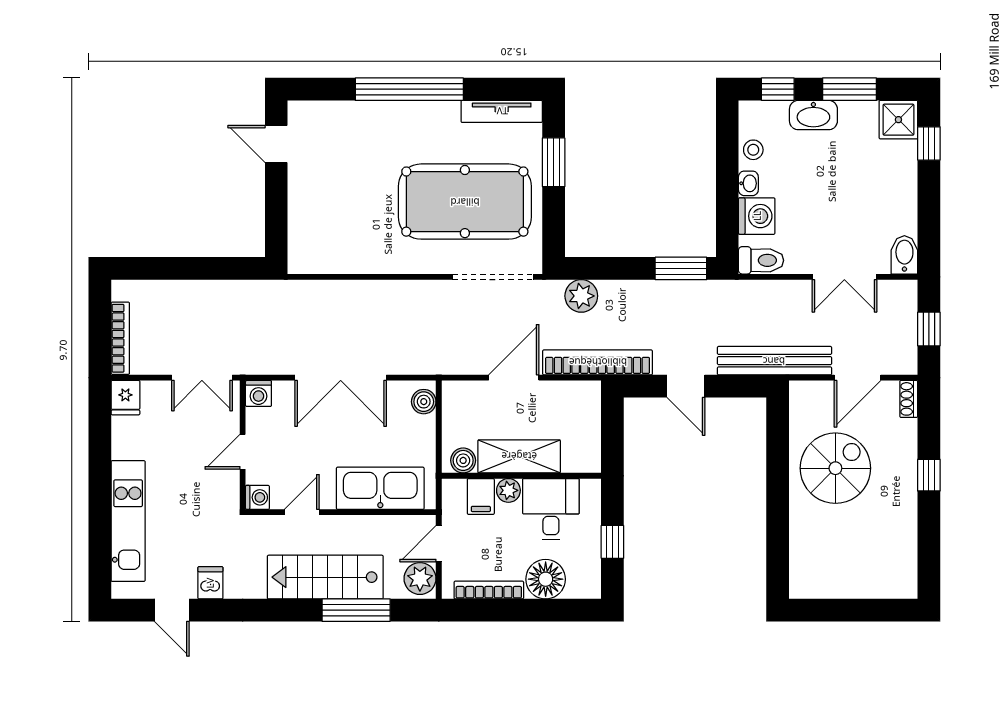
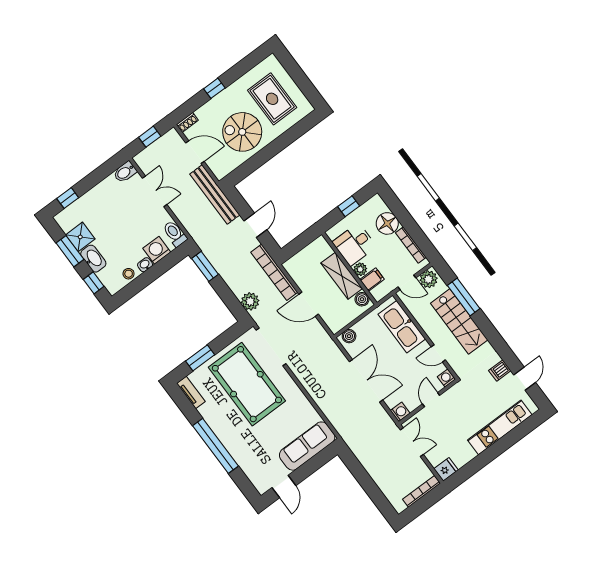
tv unit: (502, 111) -> (191, 392), width x0.71
shower: (898, 120) -> (80, 237), moved
sofa: (310, 222) -> (307, 446), added
door: (243, 452) -> (431, 400), swing flipped
rug: (851, 547) -> (272, 99), added

